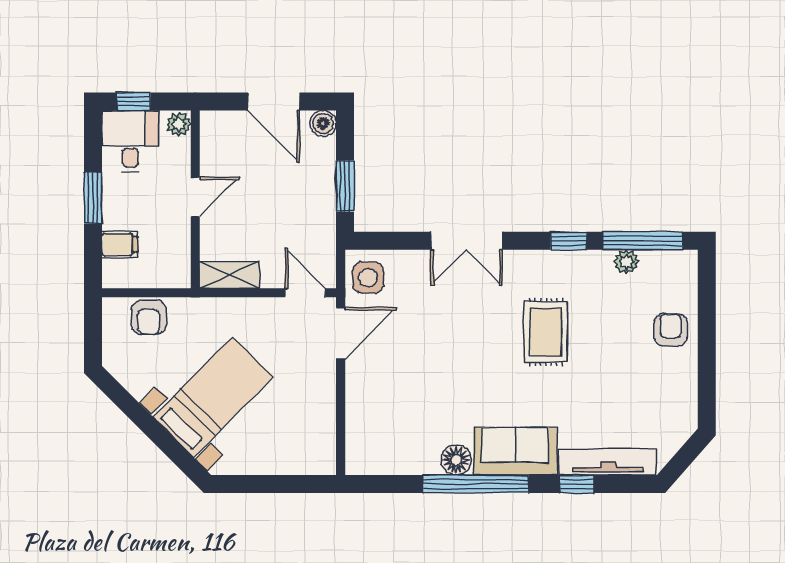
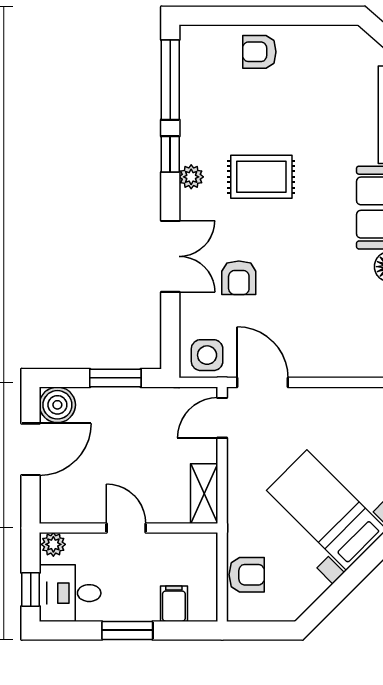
boiler: (323, 124) -> (57, 405), width x1.36, depth x1.36
plant: (626, 262) -> (191, 177), moved
armchair: (445, 309) -> (239, 278), added

